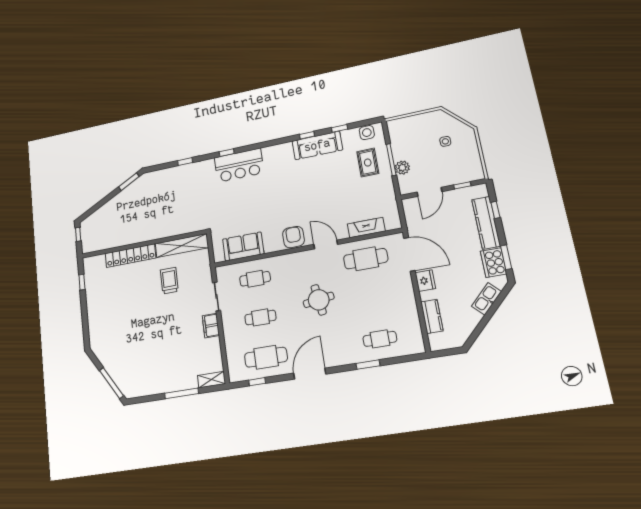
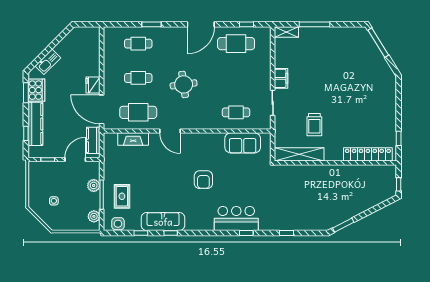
plant: (396, 134) -> (94, 216), added
armchair: (294, 237) -> (203, 180), moved
locker: (130, 256) -> (368, 154), moved
kitchen counter: (432, 316) -> (93, 140), moved
cafe table: (260, 317) -> (138, 78), moved

